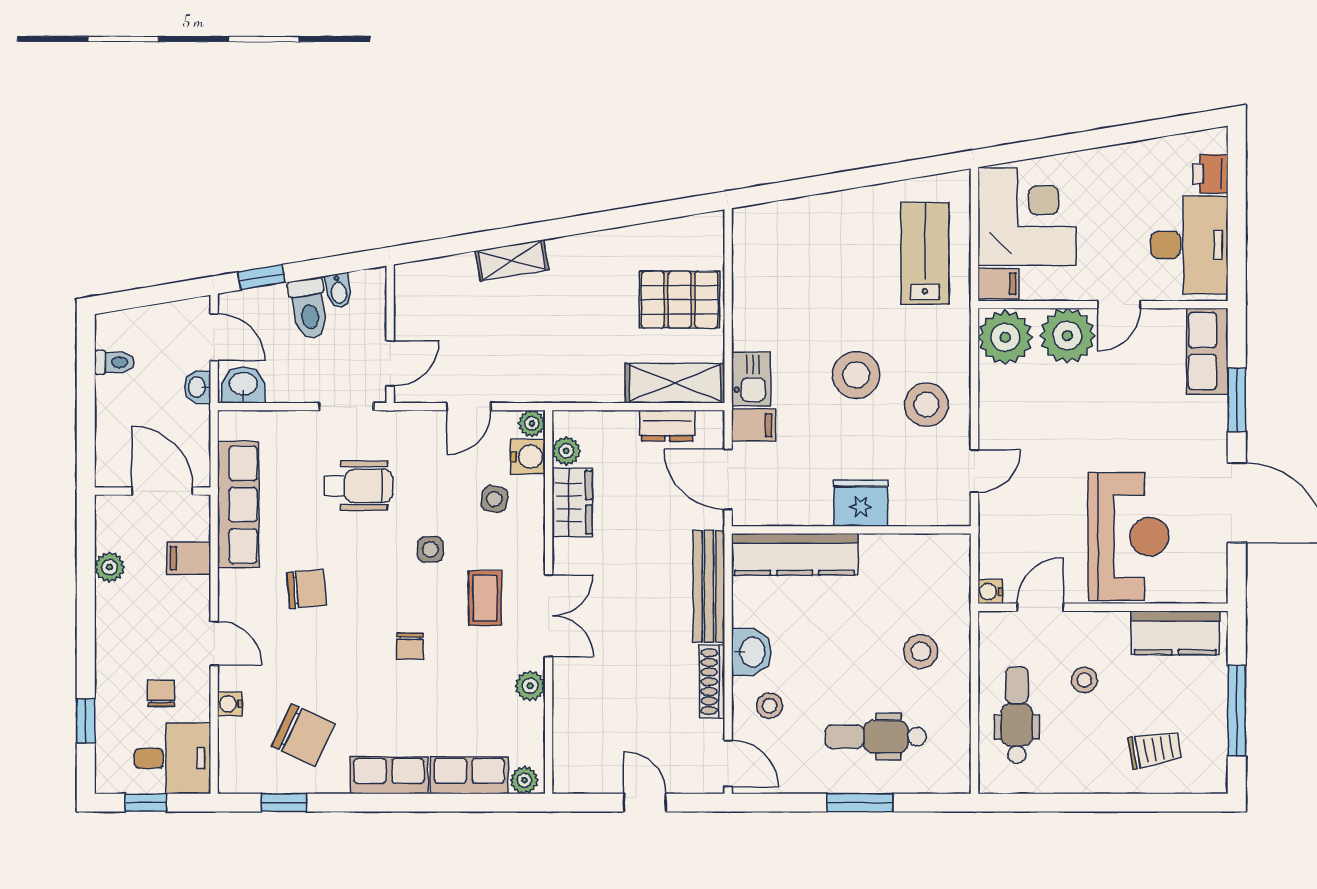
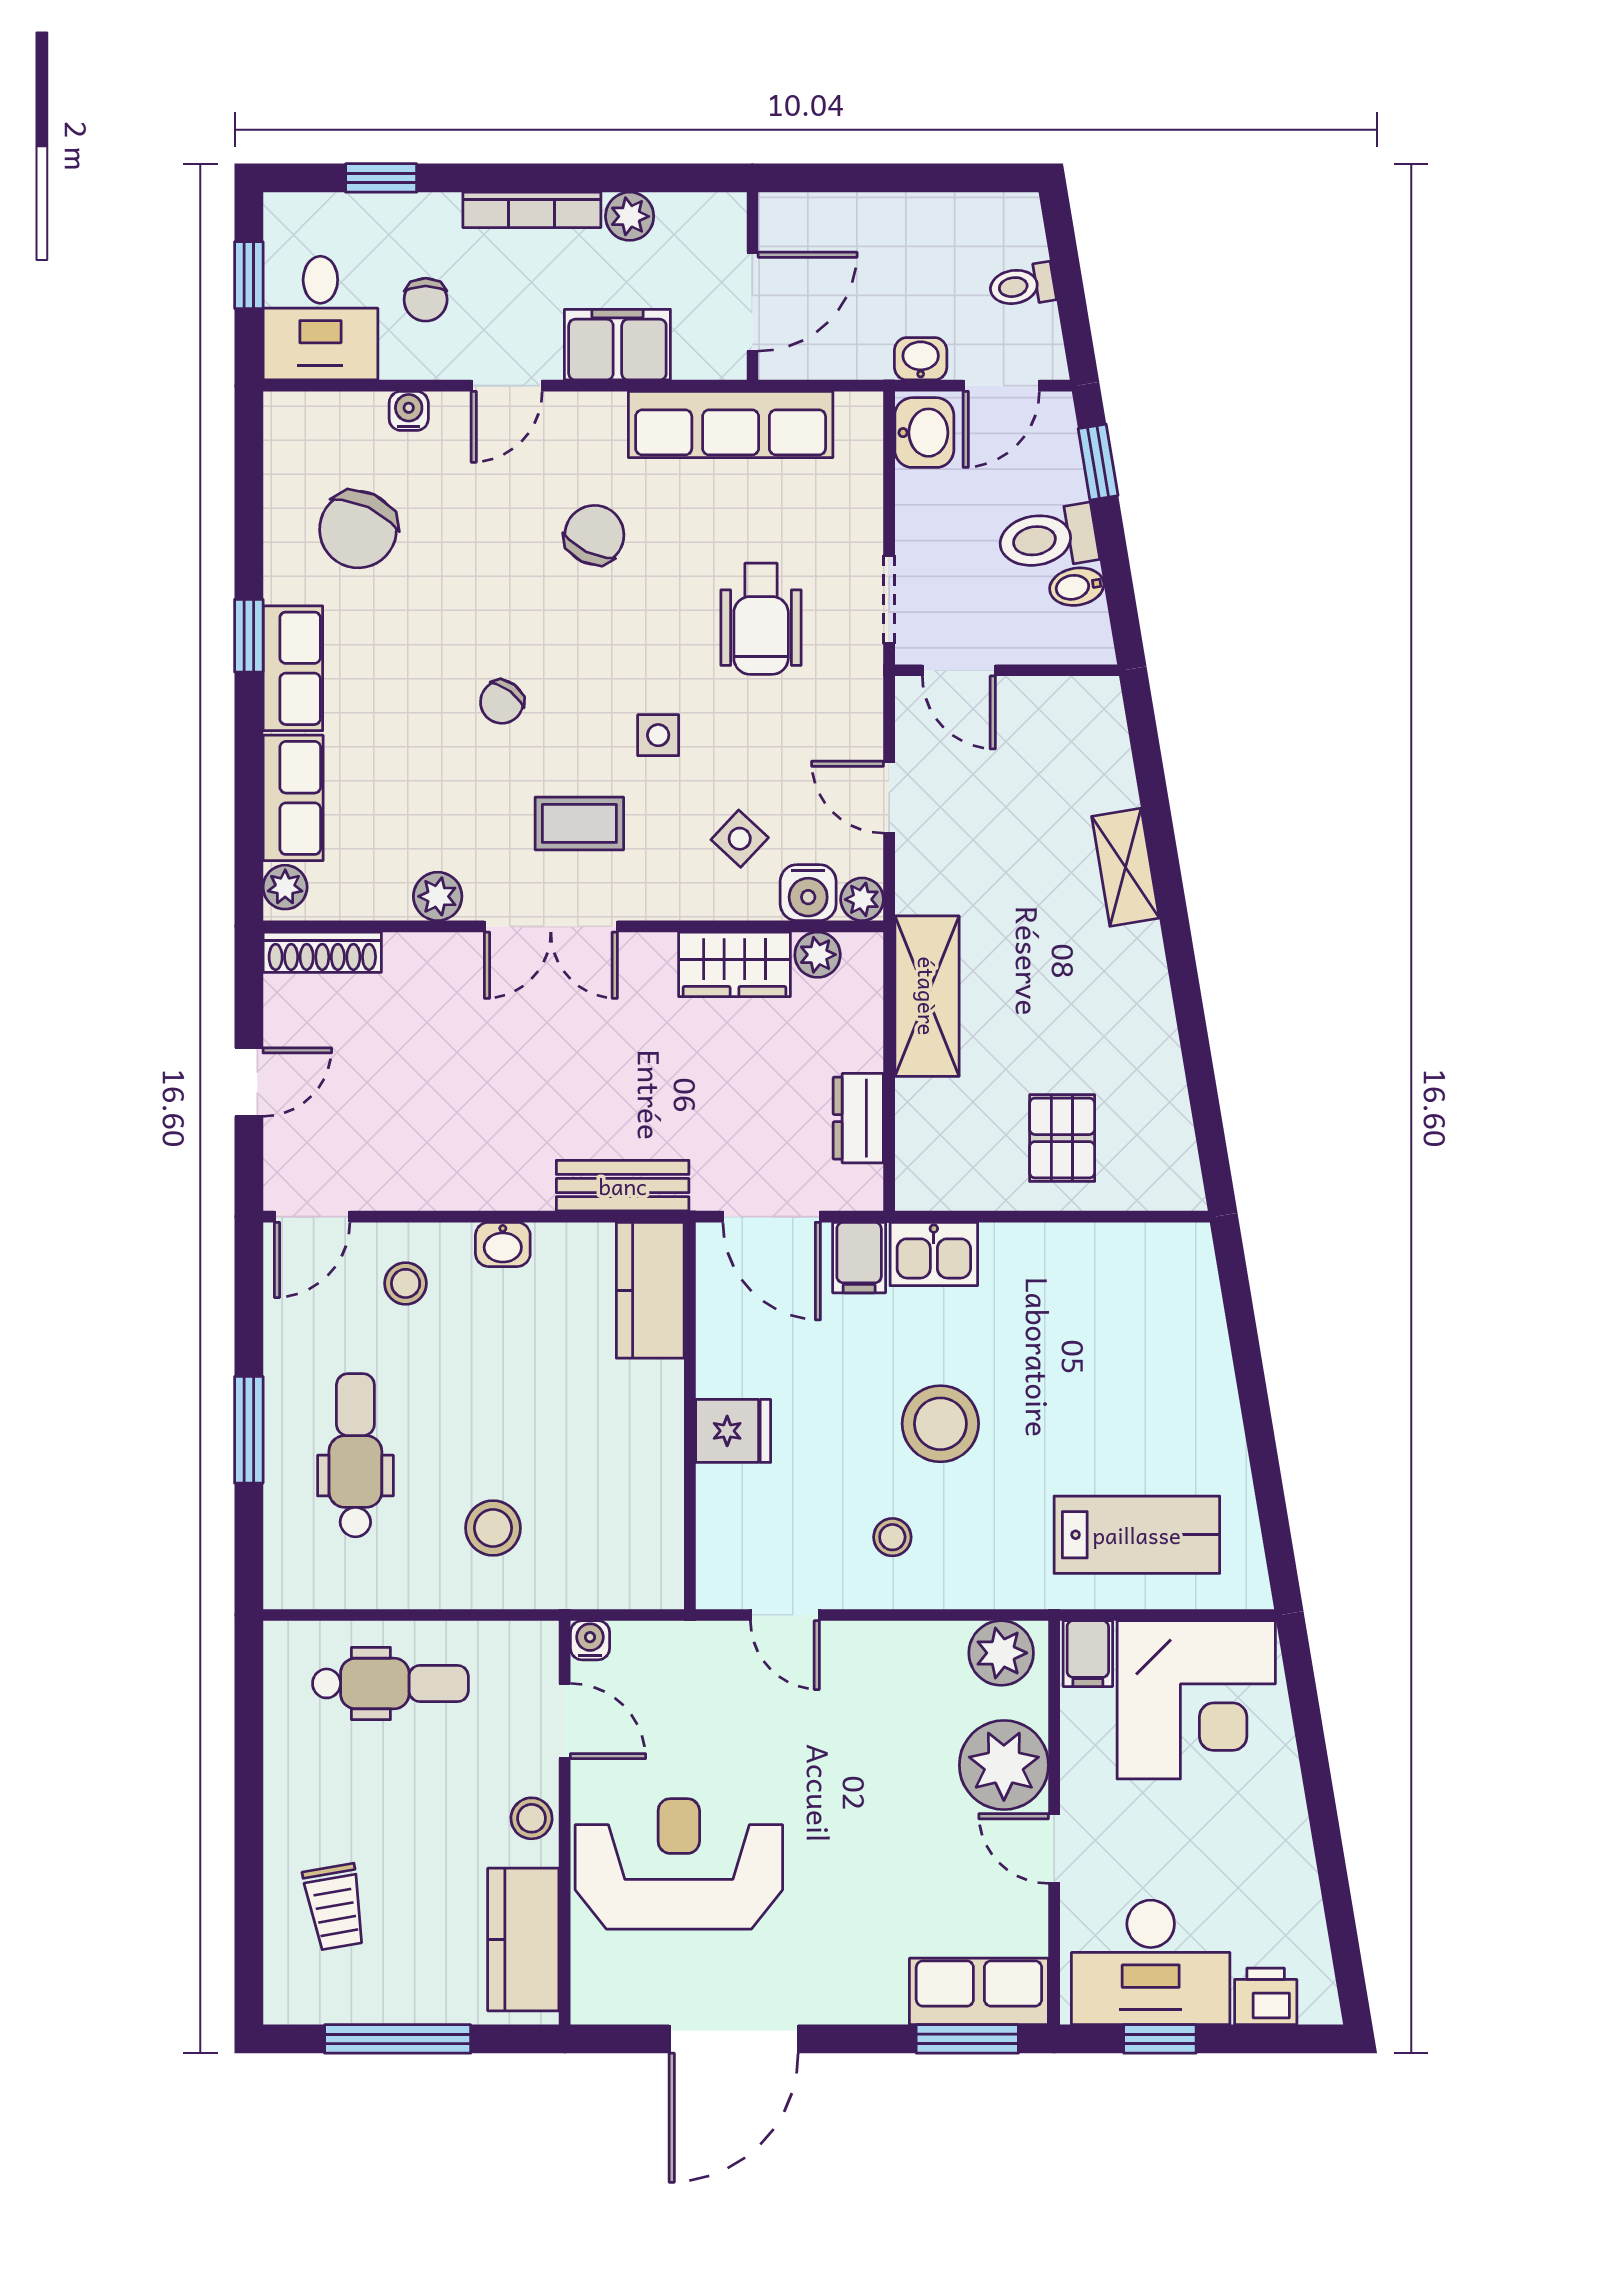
window: (1237, 239) -> (1160, 2039), added
pallet: (680, 300) -> (1062, 1138), width x0.67, depth x0.71
plant: (1005, 337) -> (1001, 1653), width x0.73, depth x0.73
toilet: (114, 362) -> (1022, 286), moved, turned 81
shelving: (675, 383) -> (927, 996), moved
window: (1237, 400) -> (967, 2039), moved
stool: (926, 405) -> (892, 1537), width x0.53, depth x0.53
door: (728, 479) -> (772, 1217), swing flipped
side table: (494, 499) -> (740, 839), turned 34
fridge: (861, 503) -> (733, 1431), width x0.72
reception desk: (1128, 537) -> (679, 1864), turned 180
kitchen counter: (795, 554) -> (650, 1290), width x0.67
filing cabinet: (189, 558) -> (617, 345), width x2.00
bench: (709, 586) -> (623, 1186), width x0.73
chair: (307, 589) -> (594, 535), turned -149
bookcase: (105, 628) -> (532, 210), added
chair: (410, 646) -> (502, 702), turned -53
washbasin: (751, 652) -> (503, 1244), width x0.72, depth x0.69
stool: (1084, 680) -> (532, 1818), moved
shoe rack: (712, 682) -> (322, 952), moved, turned 180
chair: (161, 693) -> (426, 300), turned 90
window: (284, 803) -> (249, 636), moved

